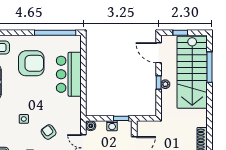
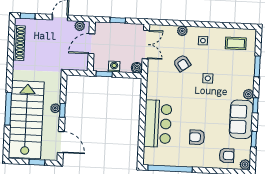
armchair: (31, 63) -> (197, 137), width x0.53, depth x0.53
window: (210, 67) -> (8, 109), moved

